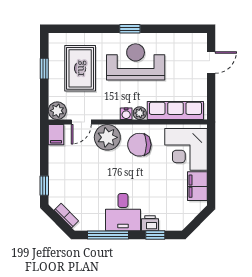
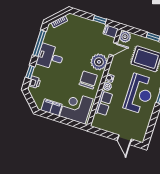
row of seats: (175, 111) -> (104, 103), width x0.68
door: (81, 122) -> (113, 49), swing flipped
window: (44, 186) -> (100, 20), moved
printer: (150, 223) -> (35, 82), moved

